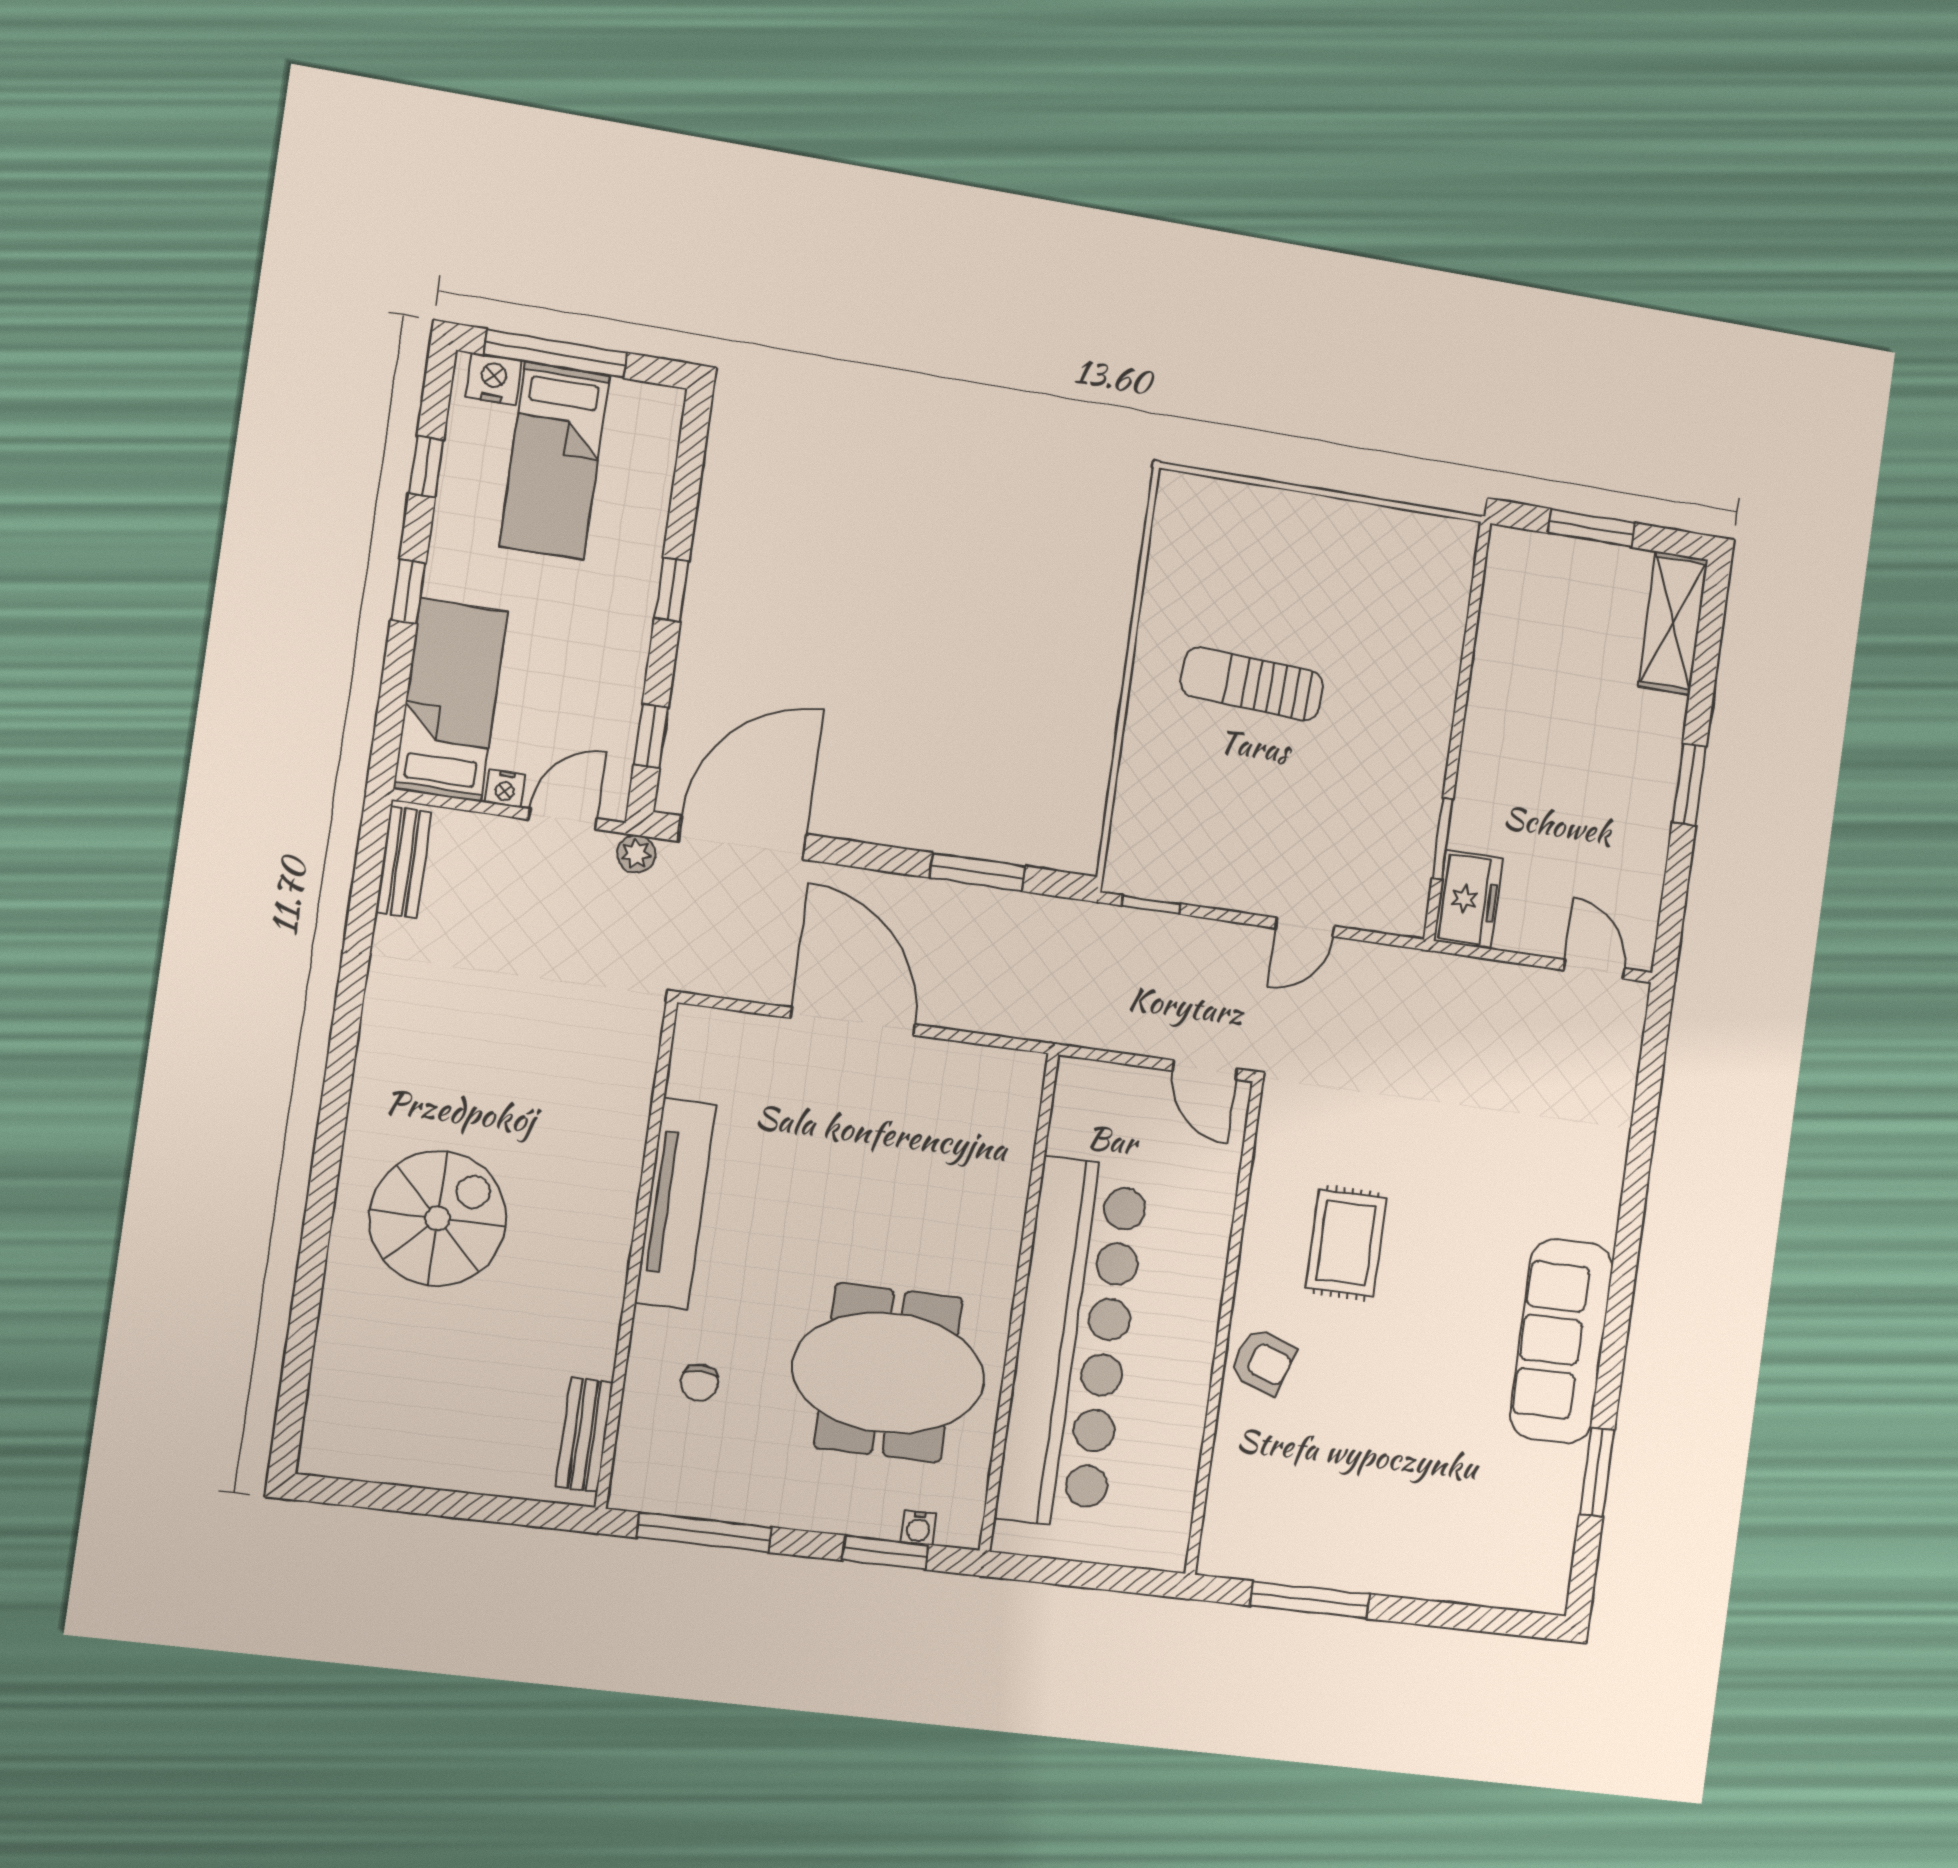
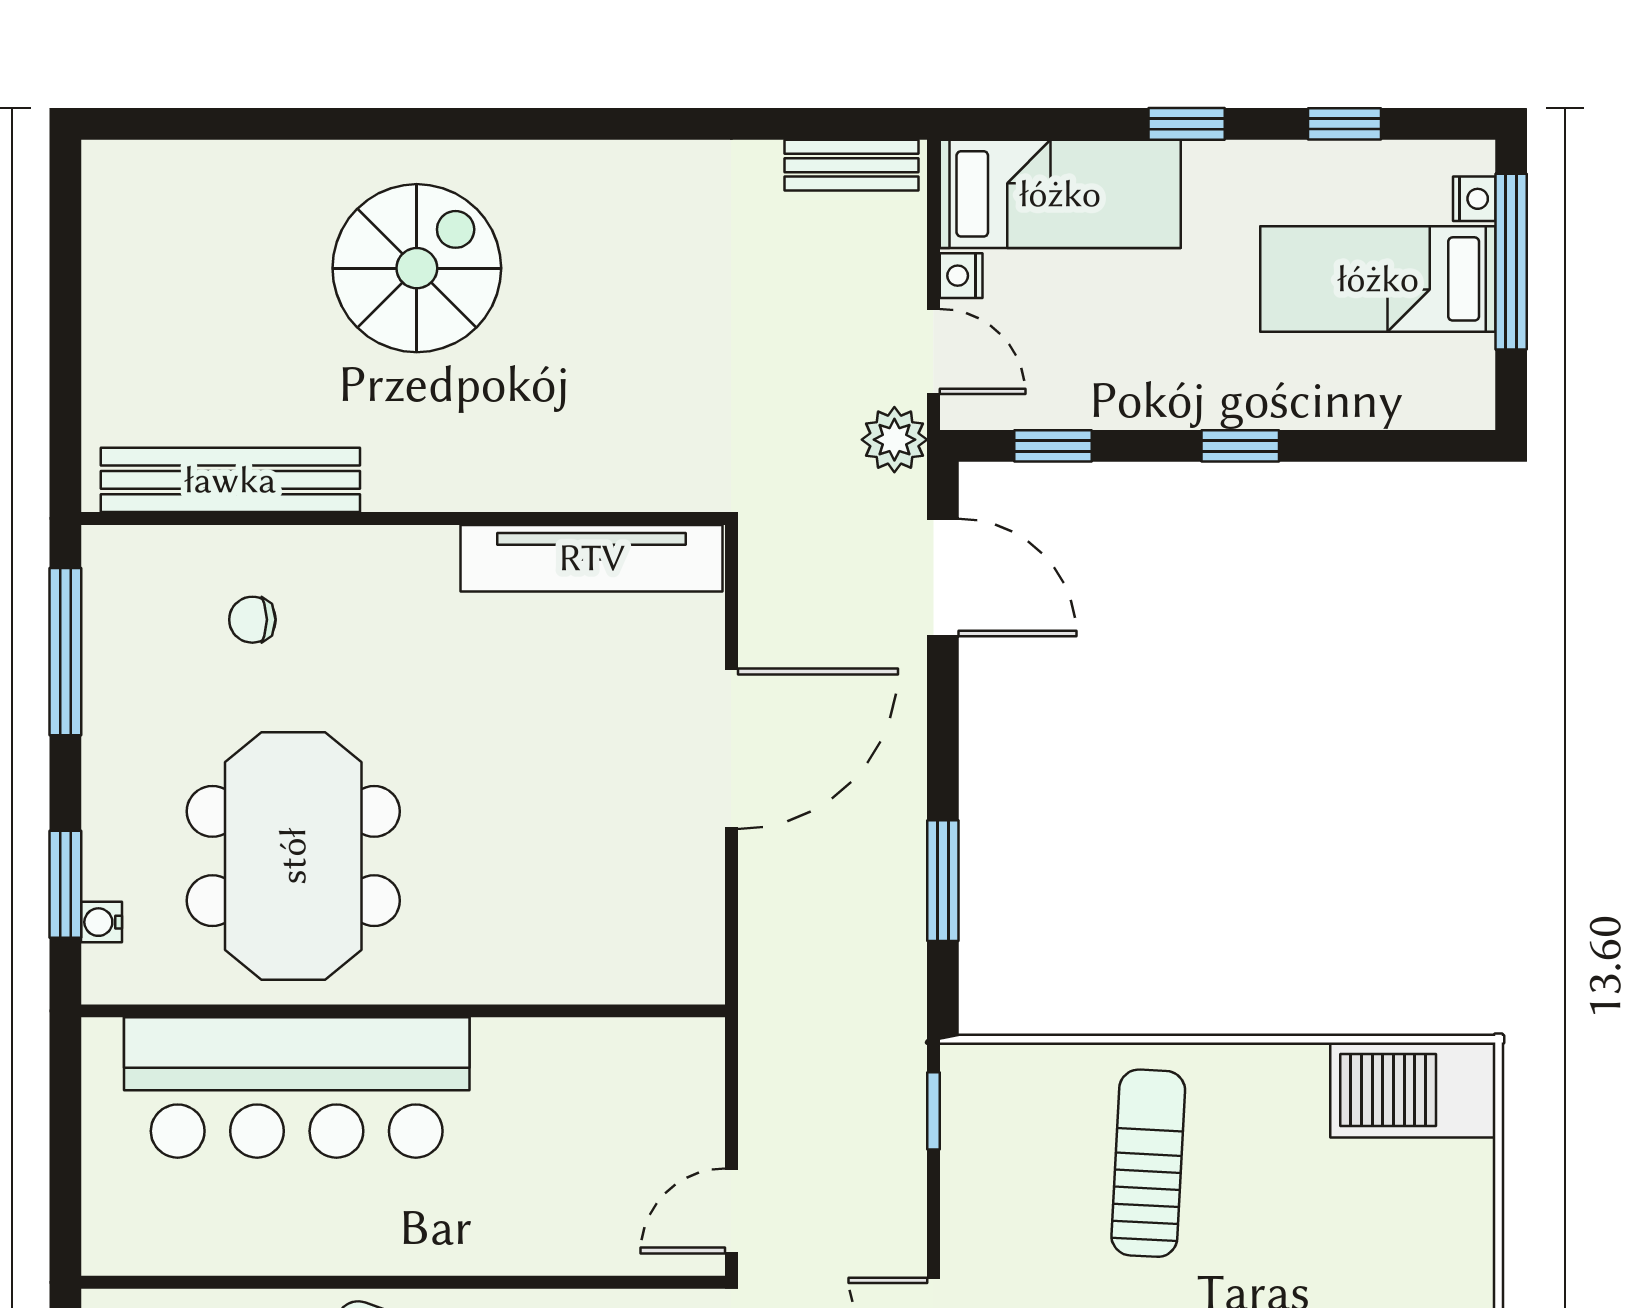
nightstand: (493, 379) -> (1474, 199), width x0.72, depth x0.74
barbecue: (1186, 536) -> (1413, 1090), added
sun lounger: (1252, 684) -> (1148, 1163), moved
door: (742, 838) -> (943, 577), width x0.73
plant: (636, 854) -> (894, 440), width x1.38, depth x1.38
tv unit: (675, 1203) -> (592, 558), moved
spiral stairs: (438, 1219) -> (417, 268), turned -90
bar counter: (1073, 1343) -> (297, 1087), width x0.73
bench: (584, 1435) -> (230, 480), width x1.86, depth x1.21

